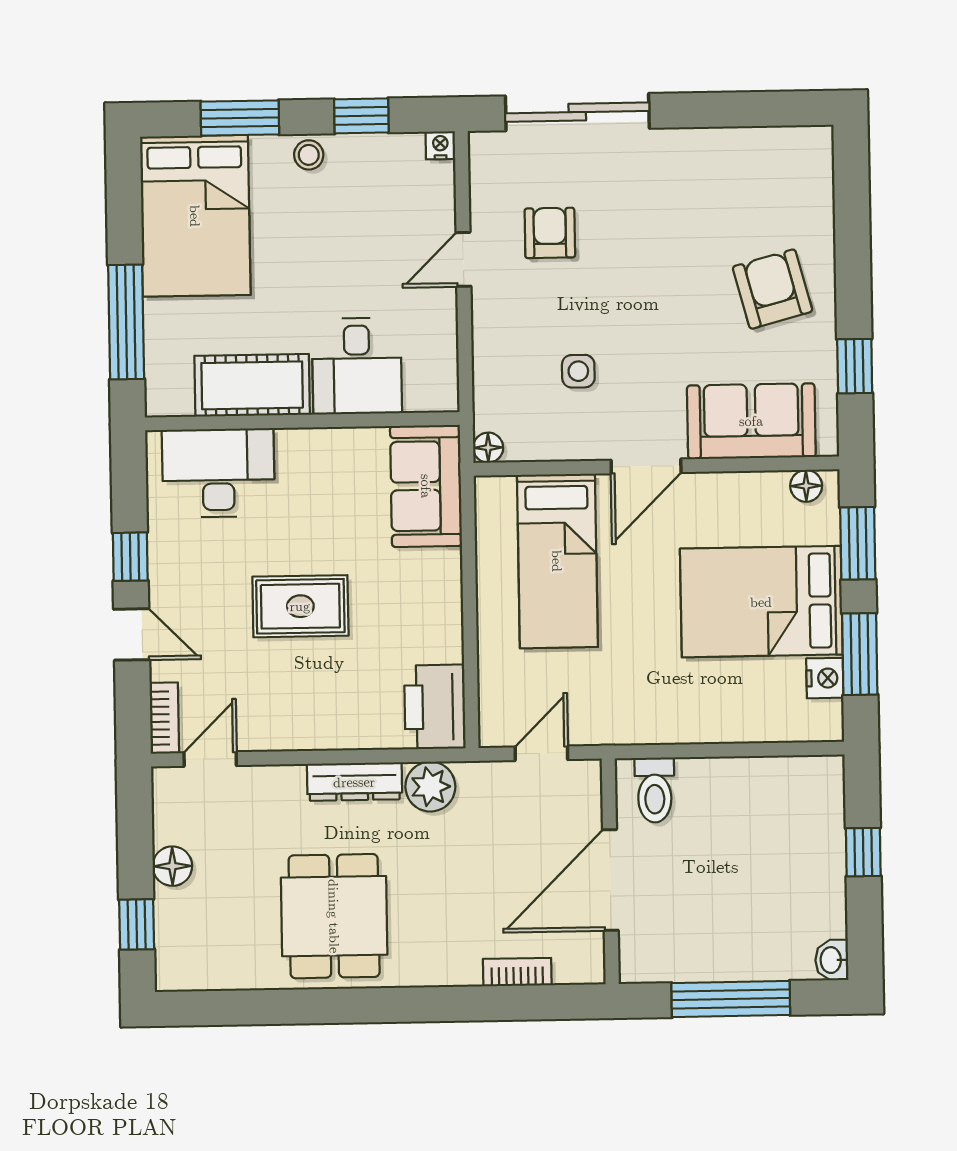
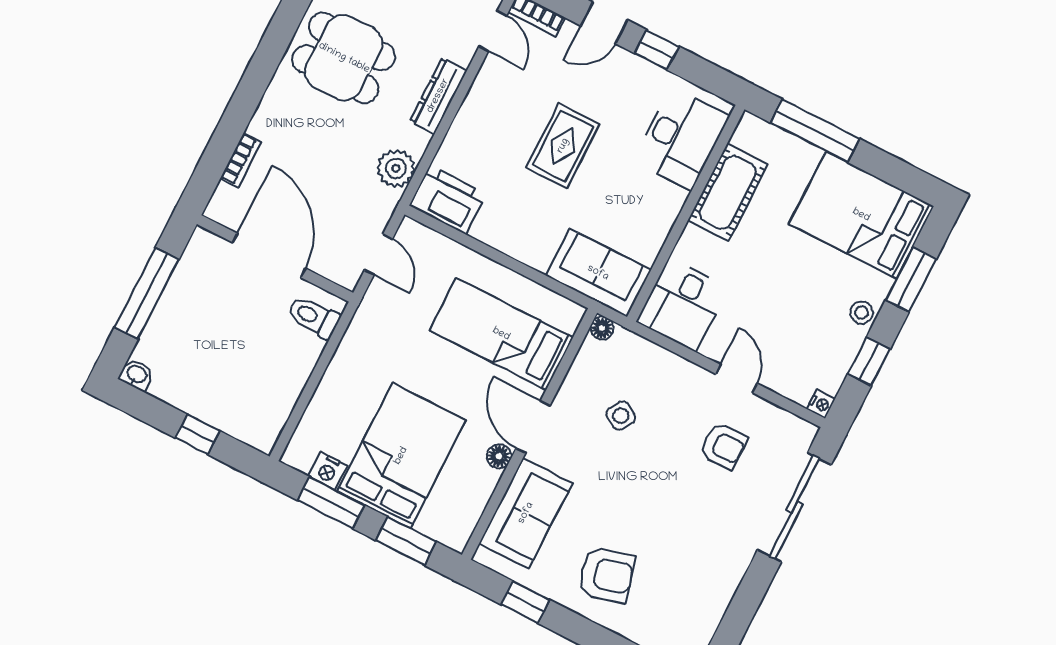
desk: (357, 366) -> (682, 305), moved, turned -90
side table: (578, 371) -> (621, 416), turned 31
floor lamp: (806, 486) -> (499, 456), moved
dresser: (354, 782) -> (438, 96), moved

